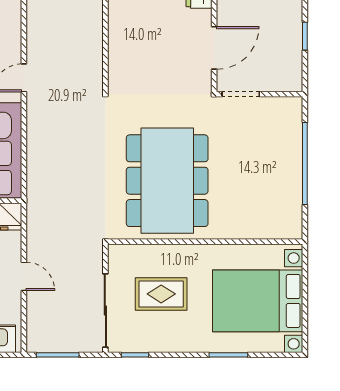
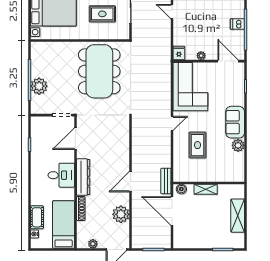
plant: (286, 151) -> (39, 86), added
door: (24, 276) -> (172, 12), moved

